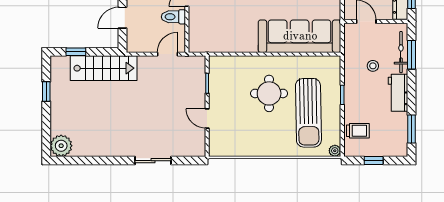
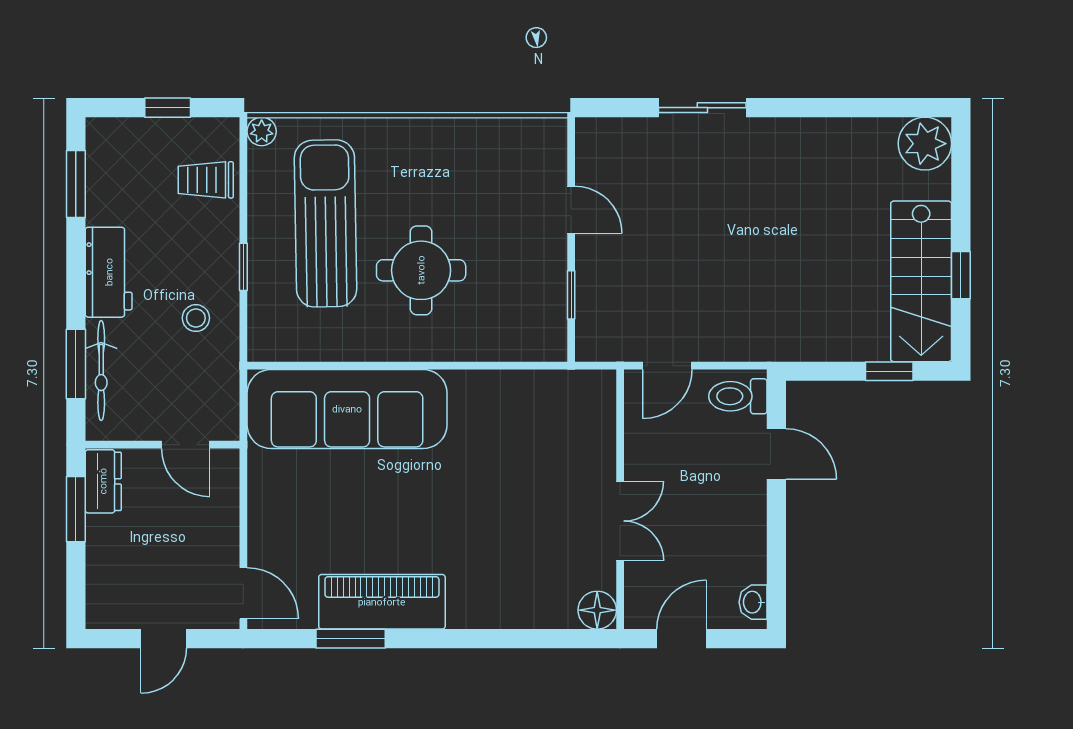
toilet: (173, 17) -> (738, 396), moved, turned 180
door: (122, 18) -> (776, 454), hinge flipped
stool: (373, 66) -> (196, 318), moved
stairs: (104, 68) -> (921, 281), moved, turned -90

